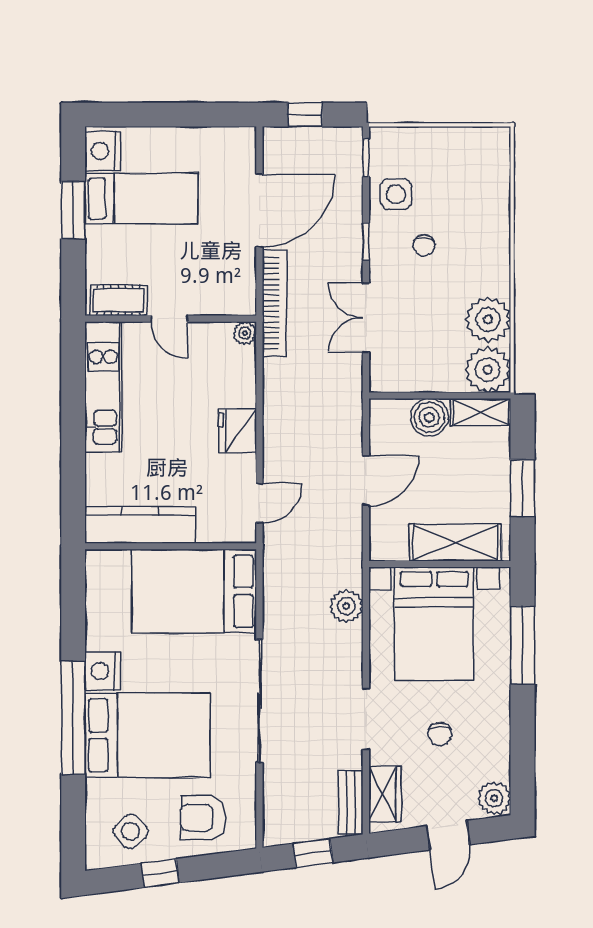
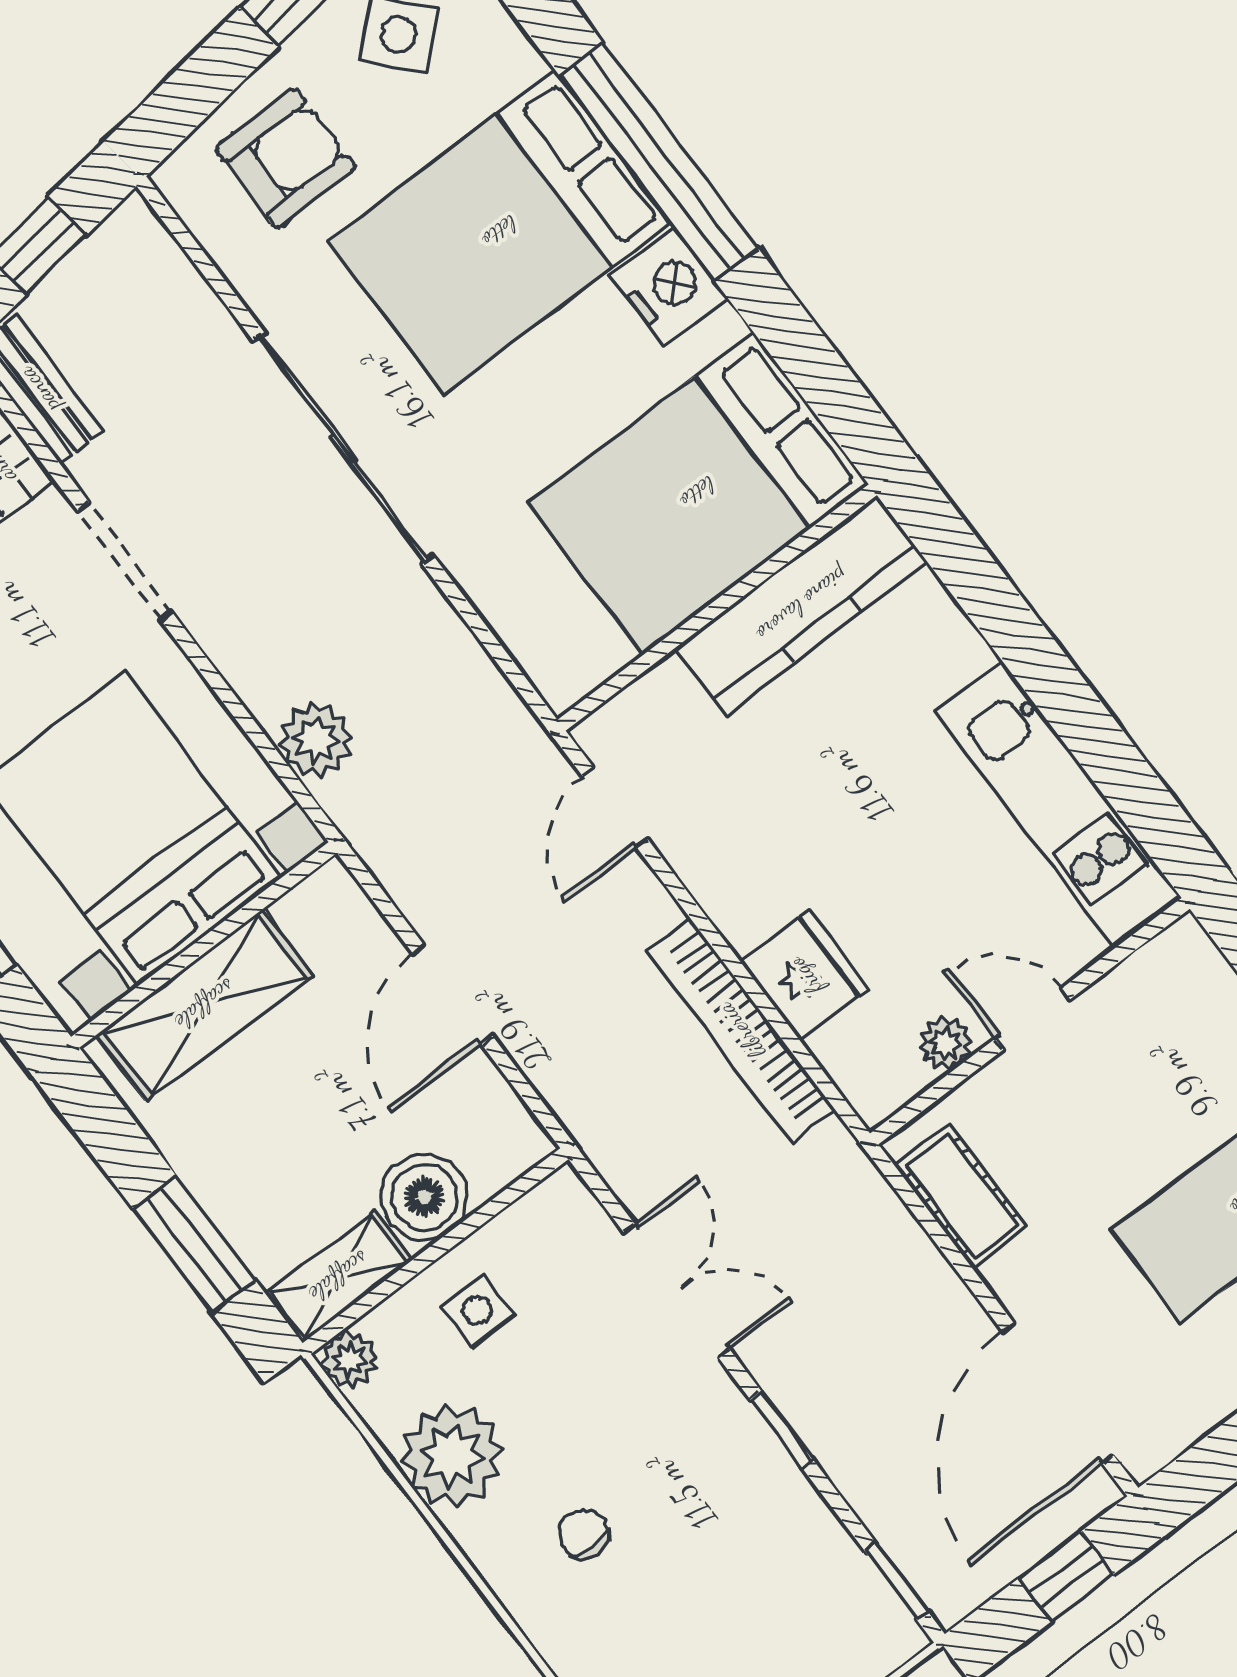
side table: (396, 194) -> (477, 1310), moved, width x0.73, depth x0.73
door: (259, 211) -> (1058, 1393), moved
chair: (424, 245) -> (583, 1534), moved
cot: (118, 300) -> (961, 1196), moved, turned 90
bookcase: (274, 303) -> (741, 1031), moved
plant: (245, 333) -> (946, 1043), moved
plant: (488, 370) -> (350, 1359), width x0.53, depth x0.53
fridge: (238, 431) -> (805, 976), moved
window: (523, 488) -> (194, 1244), moved
bed: (194, 591) -> (698, 493), moved, turned 180

